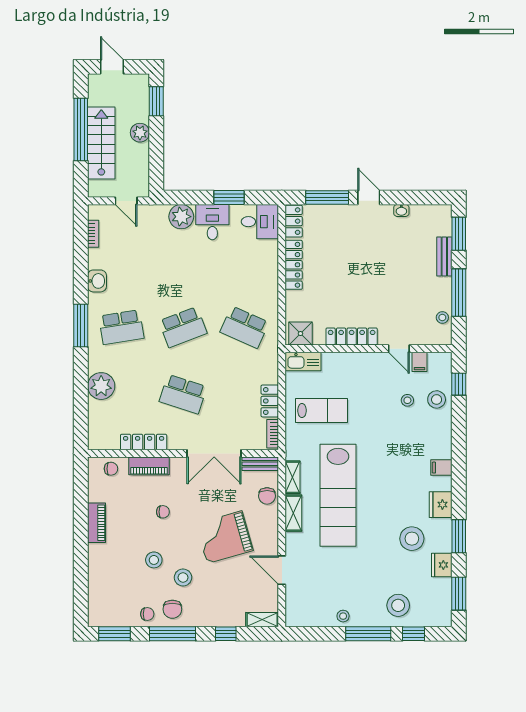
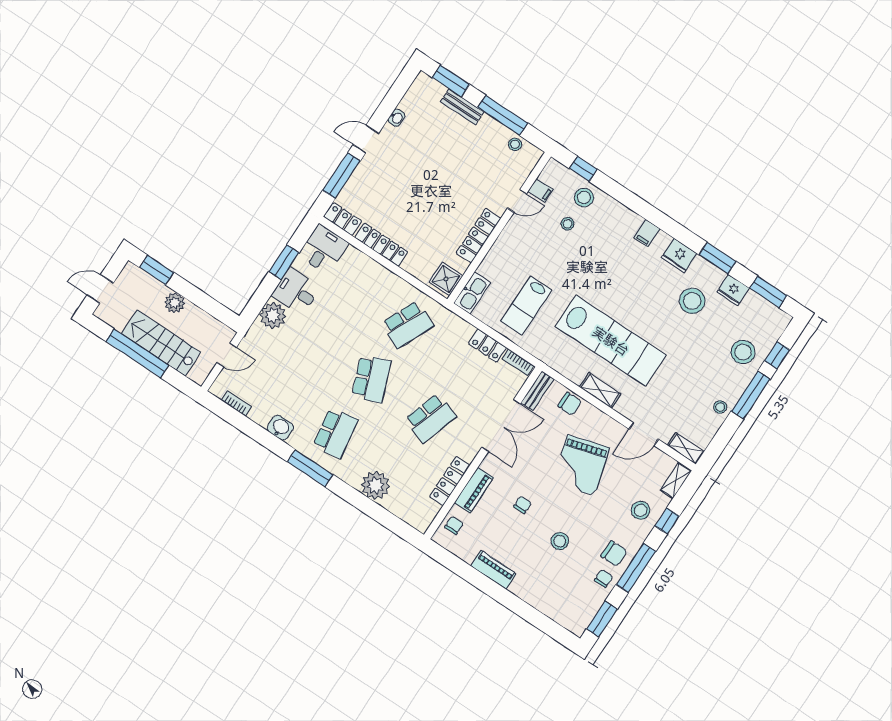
lab bench: (322, 411) -> (526, 305), turned 180
shelving: (293, 477) -> (686, 448), moved
stool: (183, 577) -> (641, 510), moved

